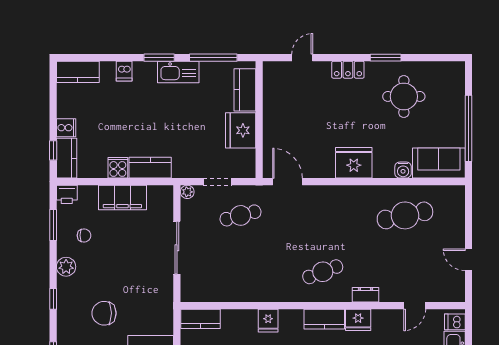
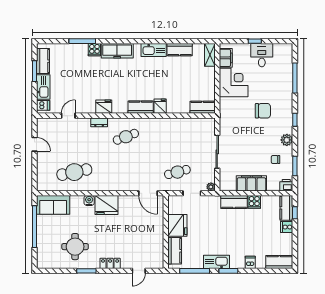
water cooler: (403, 170) -> (89, 200), moved
kitchen counter: (324, 319) -> (141, 107), moved

